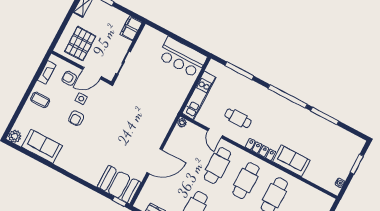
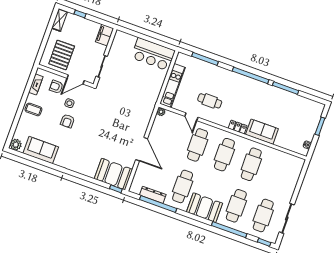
locker: (260, 149) -> (238, 127), width x0.66
door: (154, 161) -> (142, 149), hinge flipped

